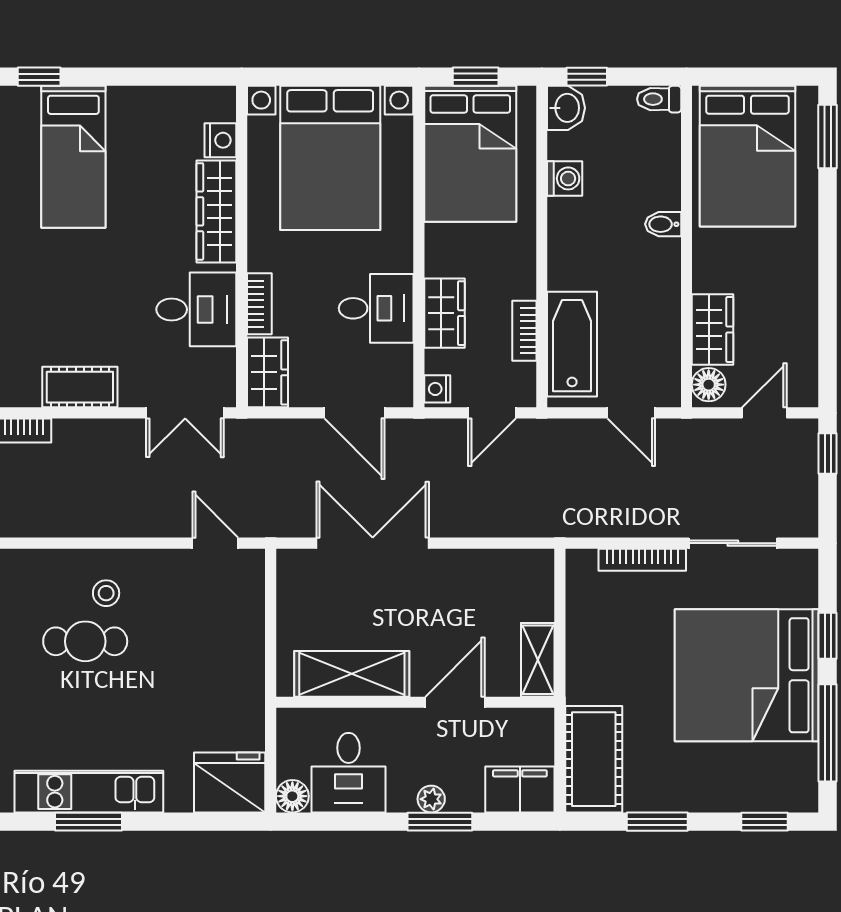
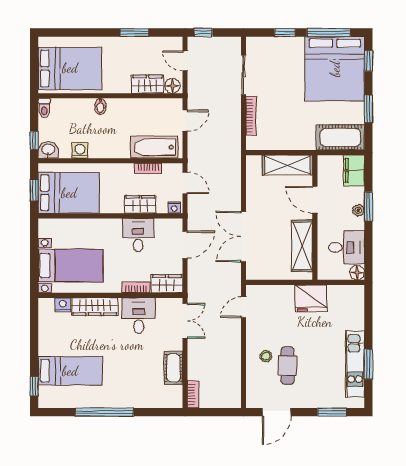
window: (828, 137) -> (134, 33), moved
bed with nightstands: (330, 158) -> (71, 266), width x0.73
shelving: (538, 660) -> (287, 165), width x1.50, depth x1.33
bed: (747, 675) -> (335, 69), moved
fridge: (230, 782) -> (311, 298), moved, turned -90

